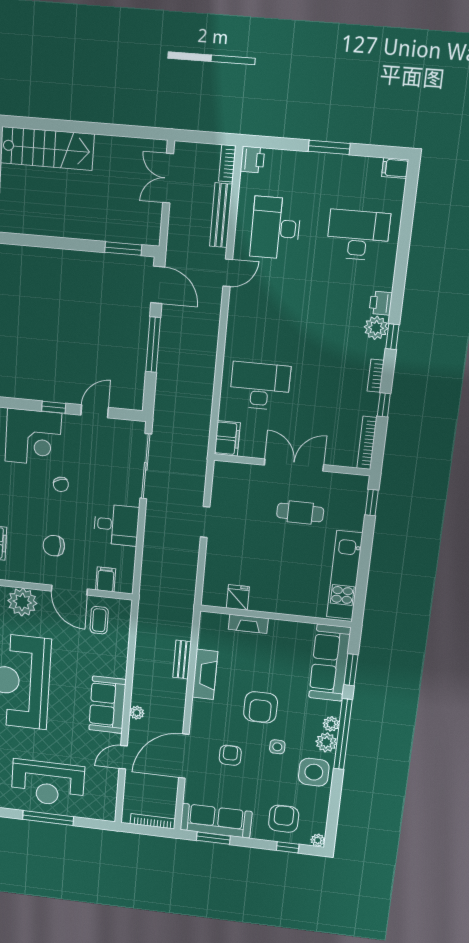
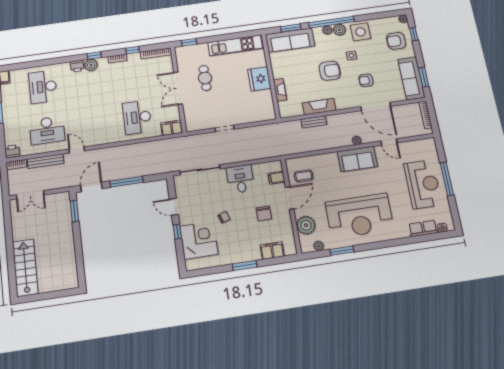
fridge: (238, 597) -> (259, 79), moved, width x1.88, depth x1.34

